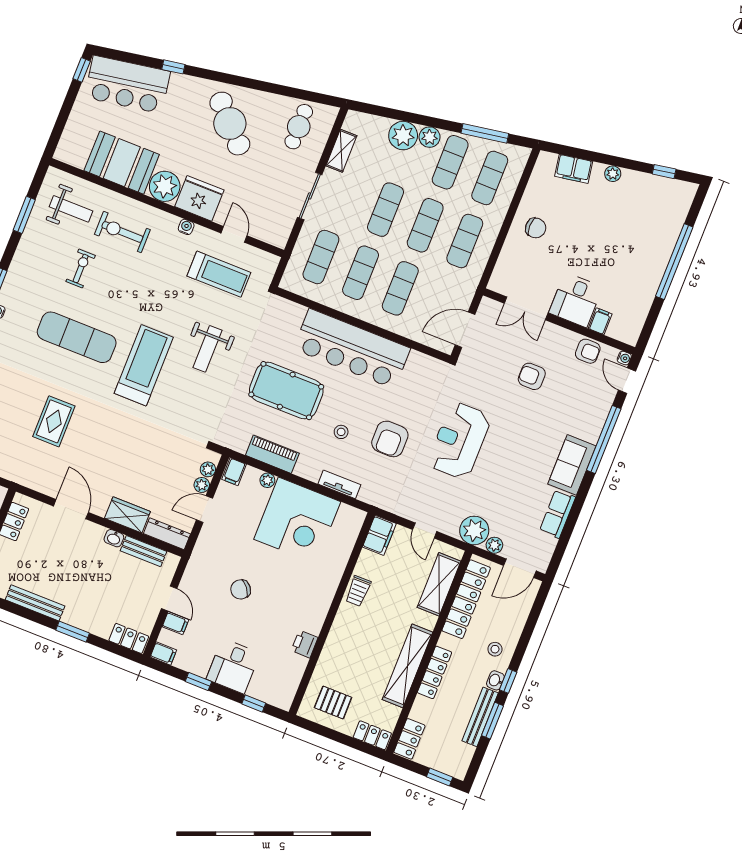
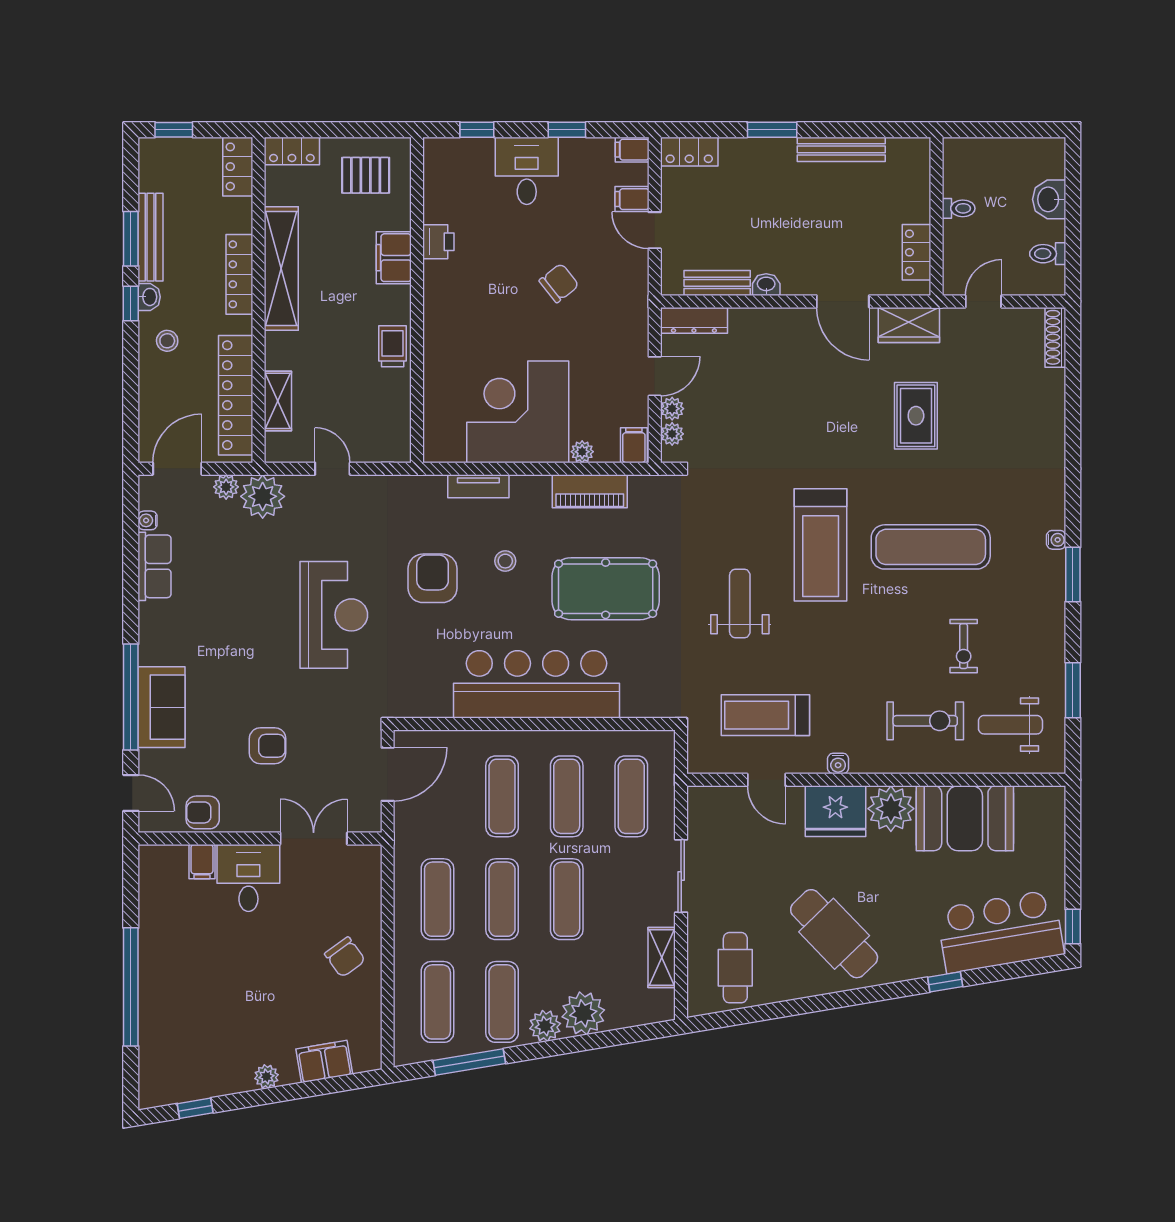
chair: (536, 228) -> (345, 957), turned -126
water cooler: (624, 358) -> (148, 520), moved
sofa: (572, 465) -> (162, 707), moved
wardrobe: (127, 515) -> (909, 325), moved
filing cabinet: (379, 535) -> (394, 258), moved
shelving: (439, 584) -> (278, 401), width x0.67, depth x0.75

